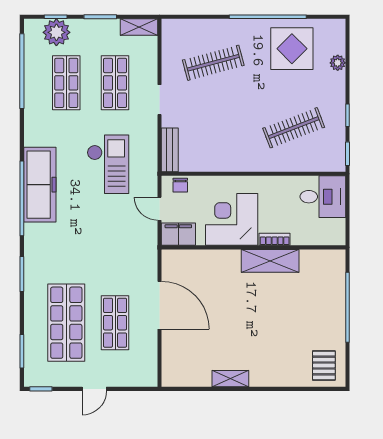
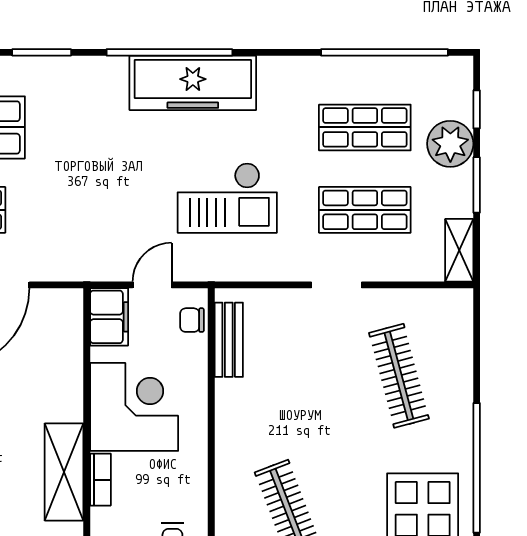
plant: (56, 32) -> (450, 144), moved
bench: (170, 150) -> (229, 340), moved, turned 90

